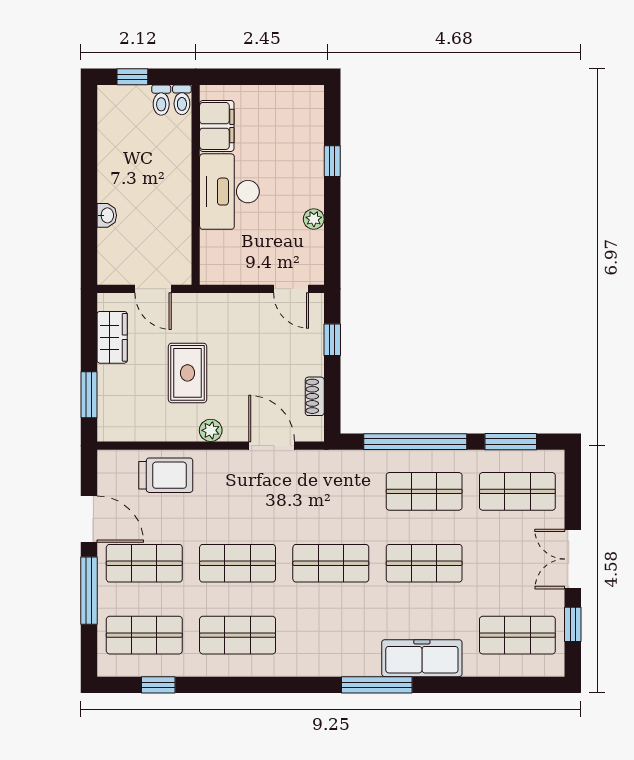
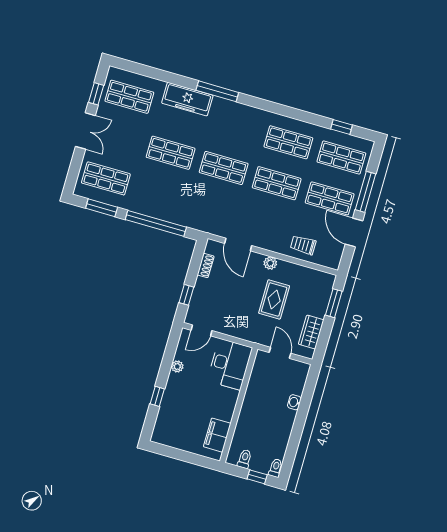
toilet: (182, 100) -> (276, 468), moved
desk: (229, 192) -> (230, 364), moved
door: (291, 289) -> (201, 330), swing flipped
trolley: (166, 475) -> (303, 245), width x0.73, depth x0.72
shop shelf: (424, 491) -> (159, 194), removed

